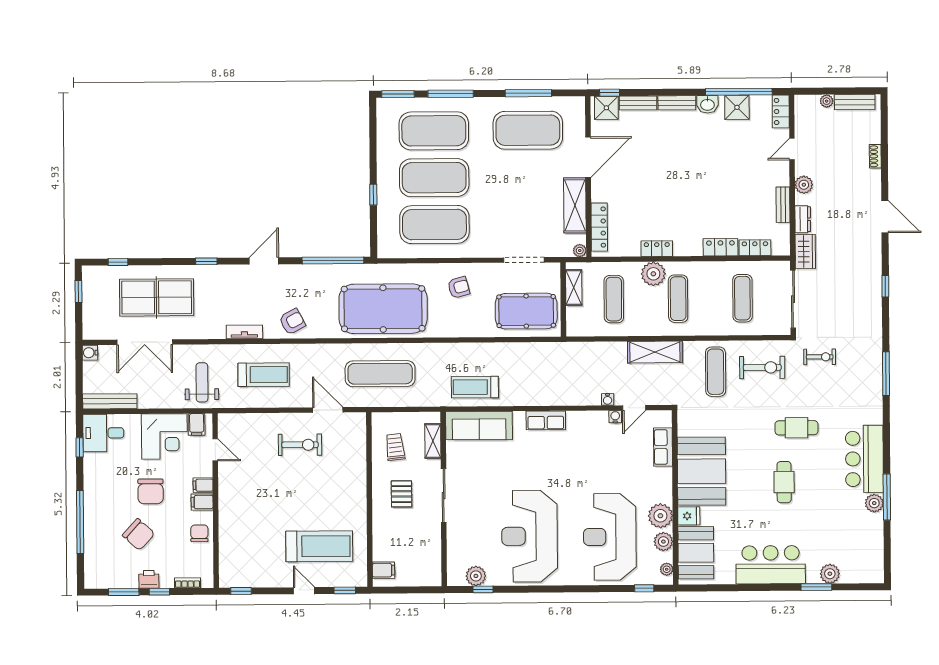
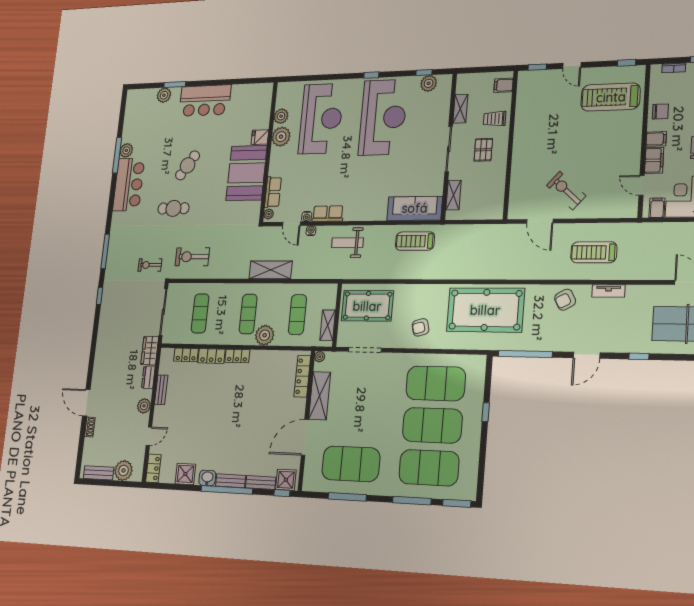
window: (739, 92) -> (227, 490), moved
plant: (827, 101) -> (123, 470), width x1.88, depth x1.88
door: (885, 217) -> (86, 403), moved
locker: (657, 249) -> (237, 356), moved
window: (885, 286) -> (100, 296), moved
exercise mat: (716, 372) -> (227, 253), removed
exercise mat: (380, 374) -> (493, 253), removed
weight bench: (202, 382) -> (347, 243), moved, turned 90
treadmill: (475, 387) -> (415, 241), turned 180
door: (634, 408) -> (291, 224), swing flipped
row of seats: (546, 420) -> (328, 214), moved
exercise bike: (300, 445) -> (566, 191), turned 42
trolley: (395, 447) -> (495, 119), moved, turned 96
cafe table: (784, 482) -> (188, 165), turned 35
filing cabinet: (203, 485) -> (654, 160), width x2.00
chair: (199, 533) -> (660, 111), turned -90
shelving: (434, 544) -> (460, 109), added
treadmill: (319, 546) -> (611, 97), moved
booth: (696, 553) -> (258, 108), removed
plant: (667, 569) -> (269, 214), moved
window: (644, 588) -> (371, 75), moved

